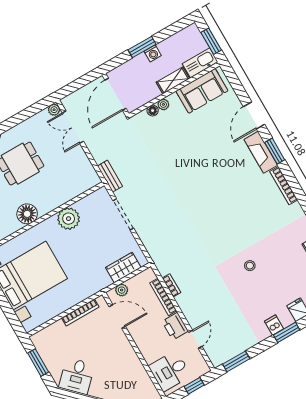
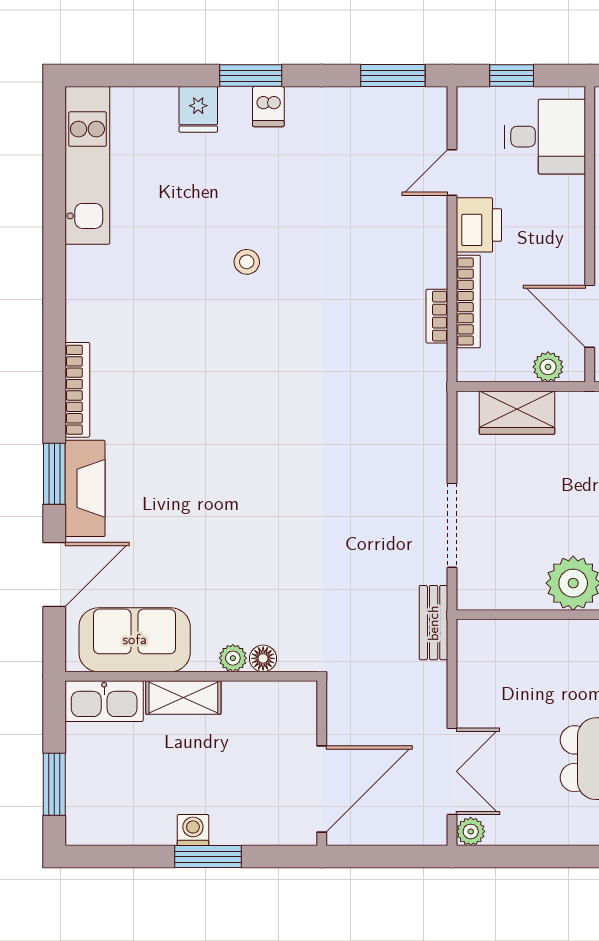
kitchen sink: (200, 63) -> (104, 701), moved
shelving: (173, 80) -> (183, 697), moved
wall: (174, 90) -> (191, 676), moved
sofa: (202, 91) -> (135, 640), moved
plant: (163, 104) -> (233, 658), moved
floor lamp: (153, 111) -> (263, 658), moved

